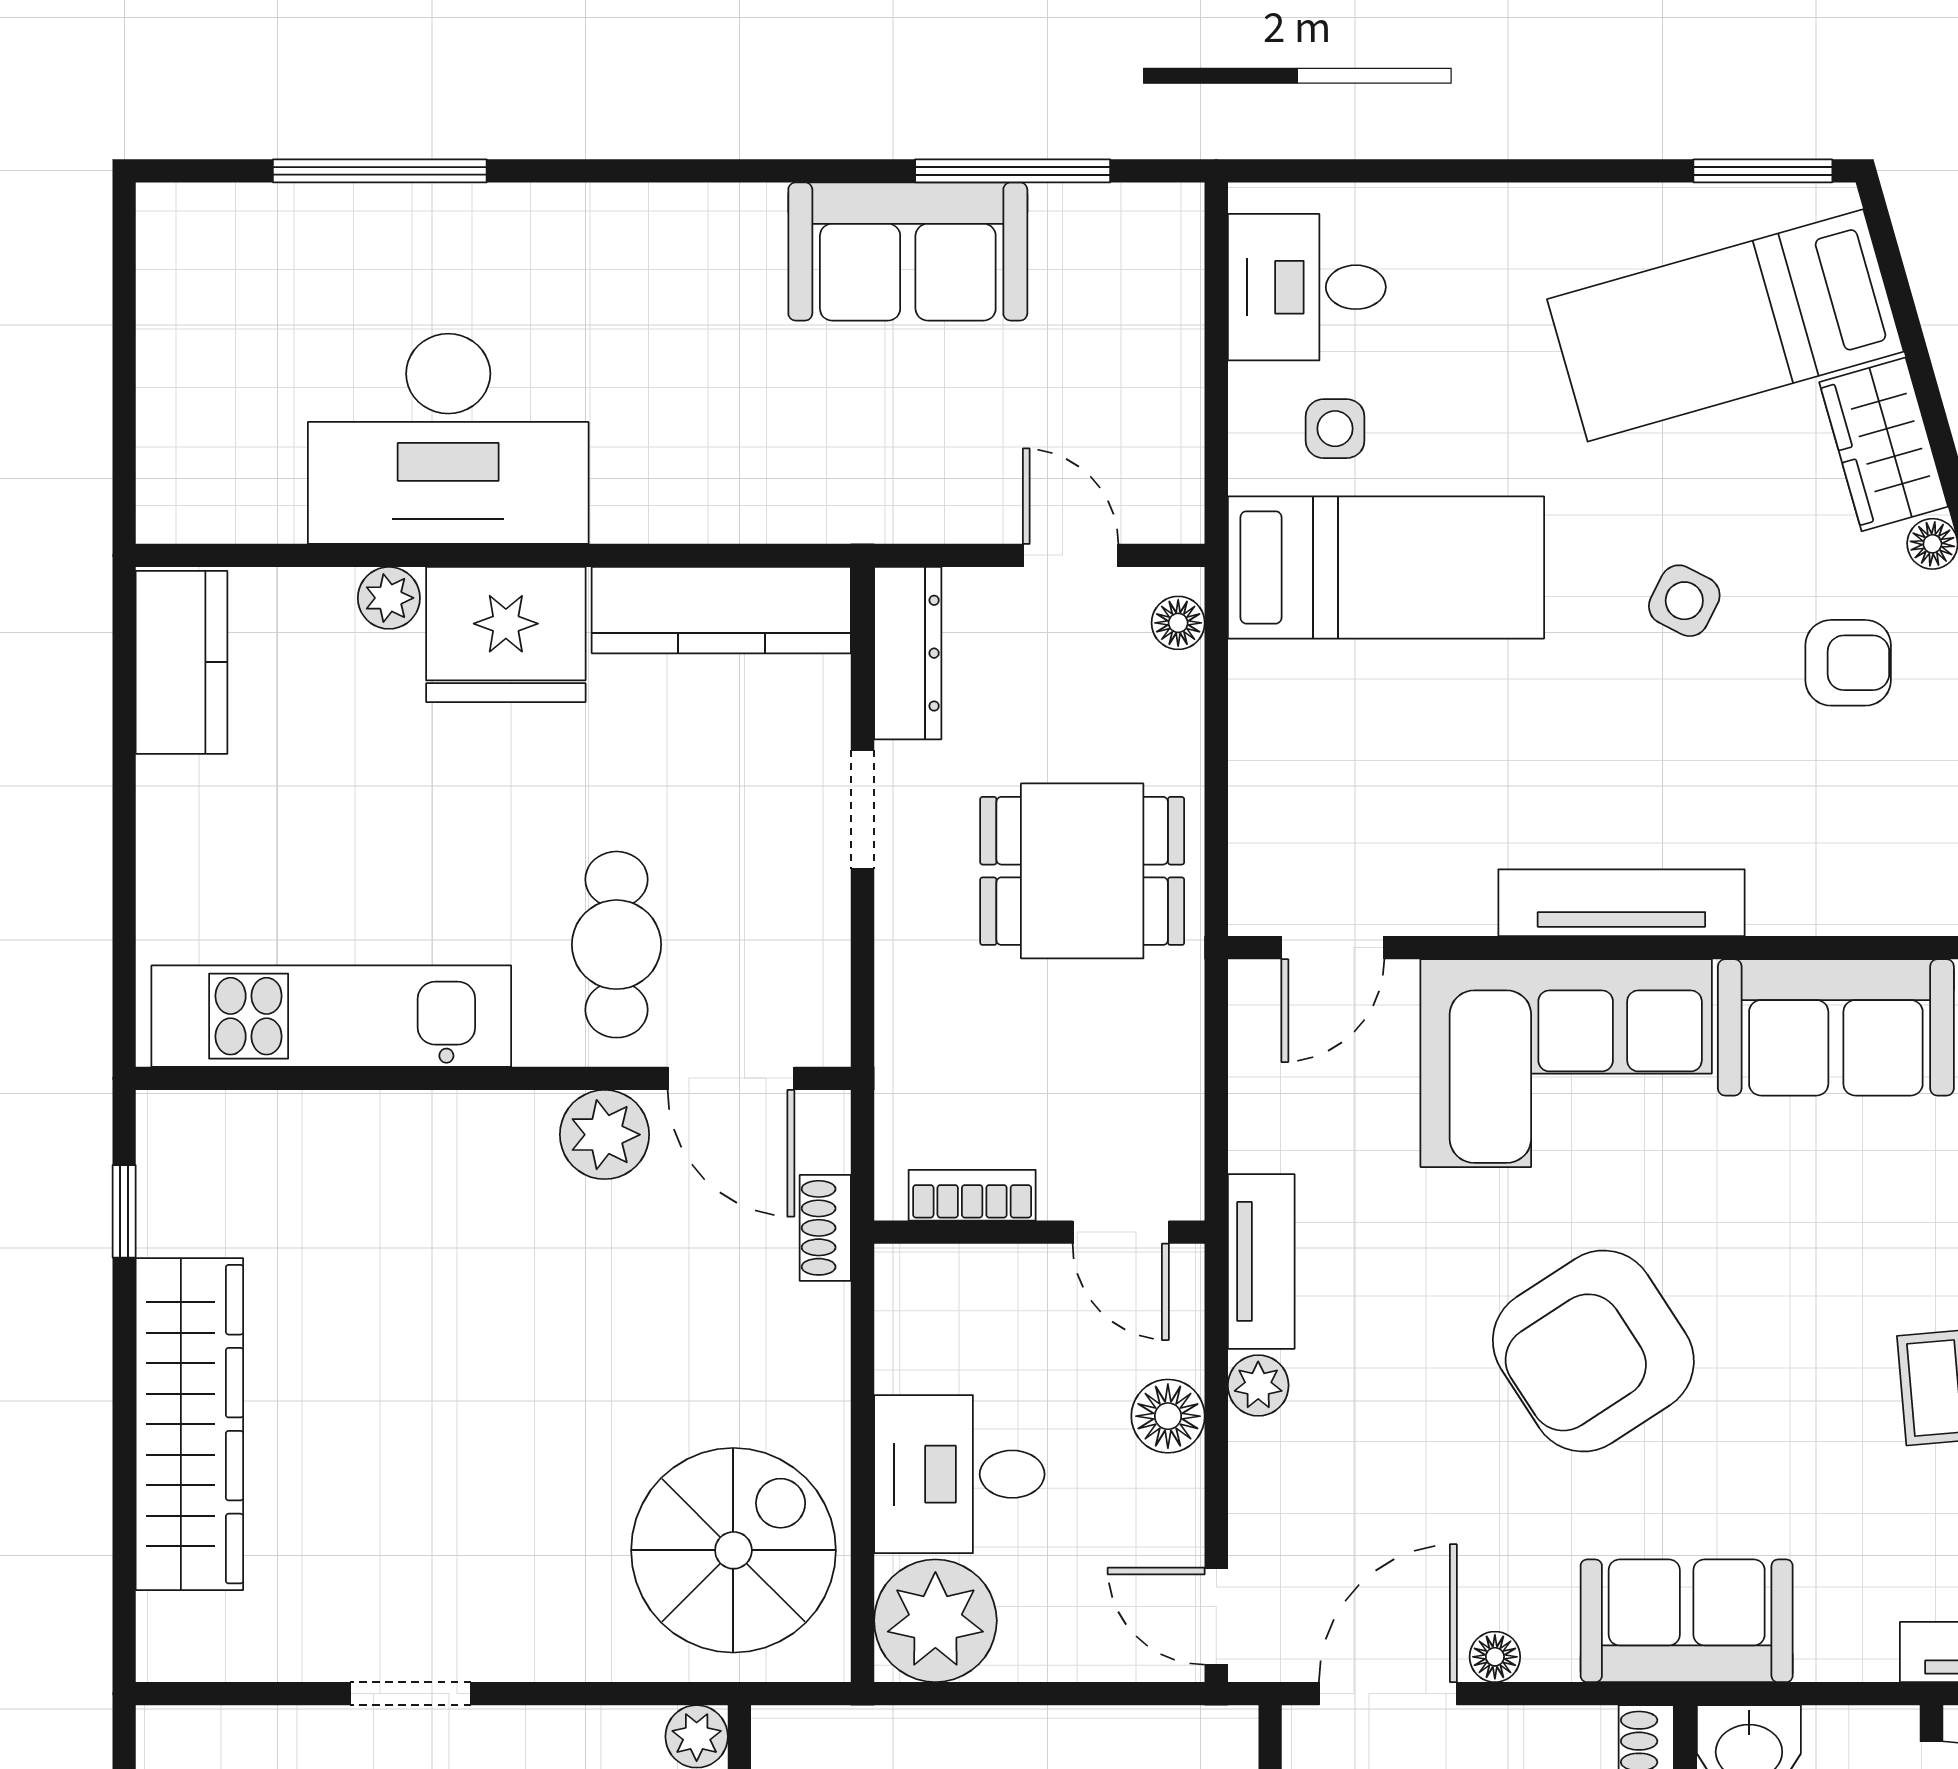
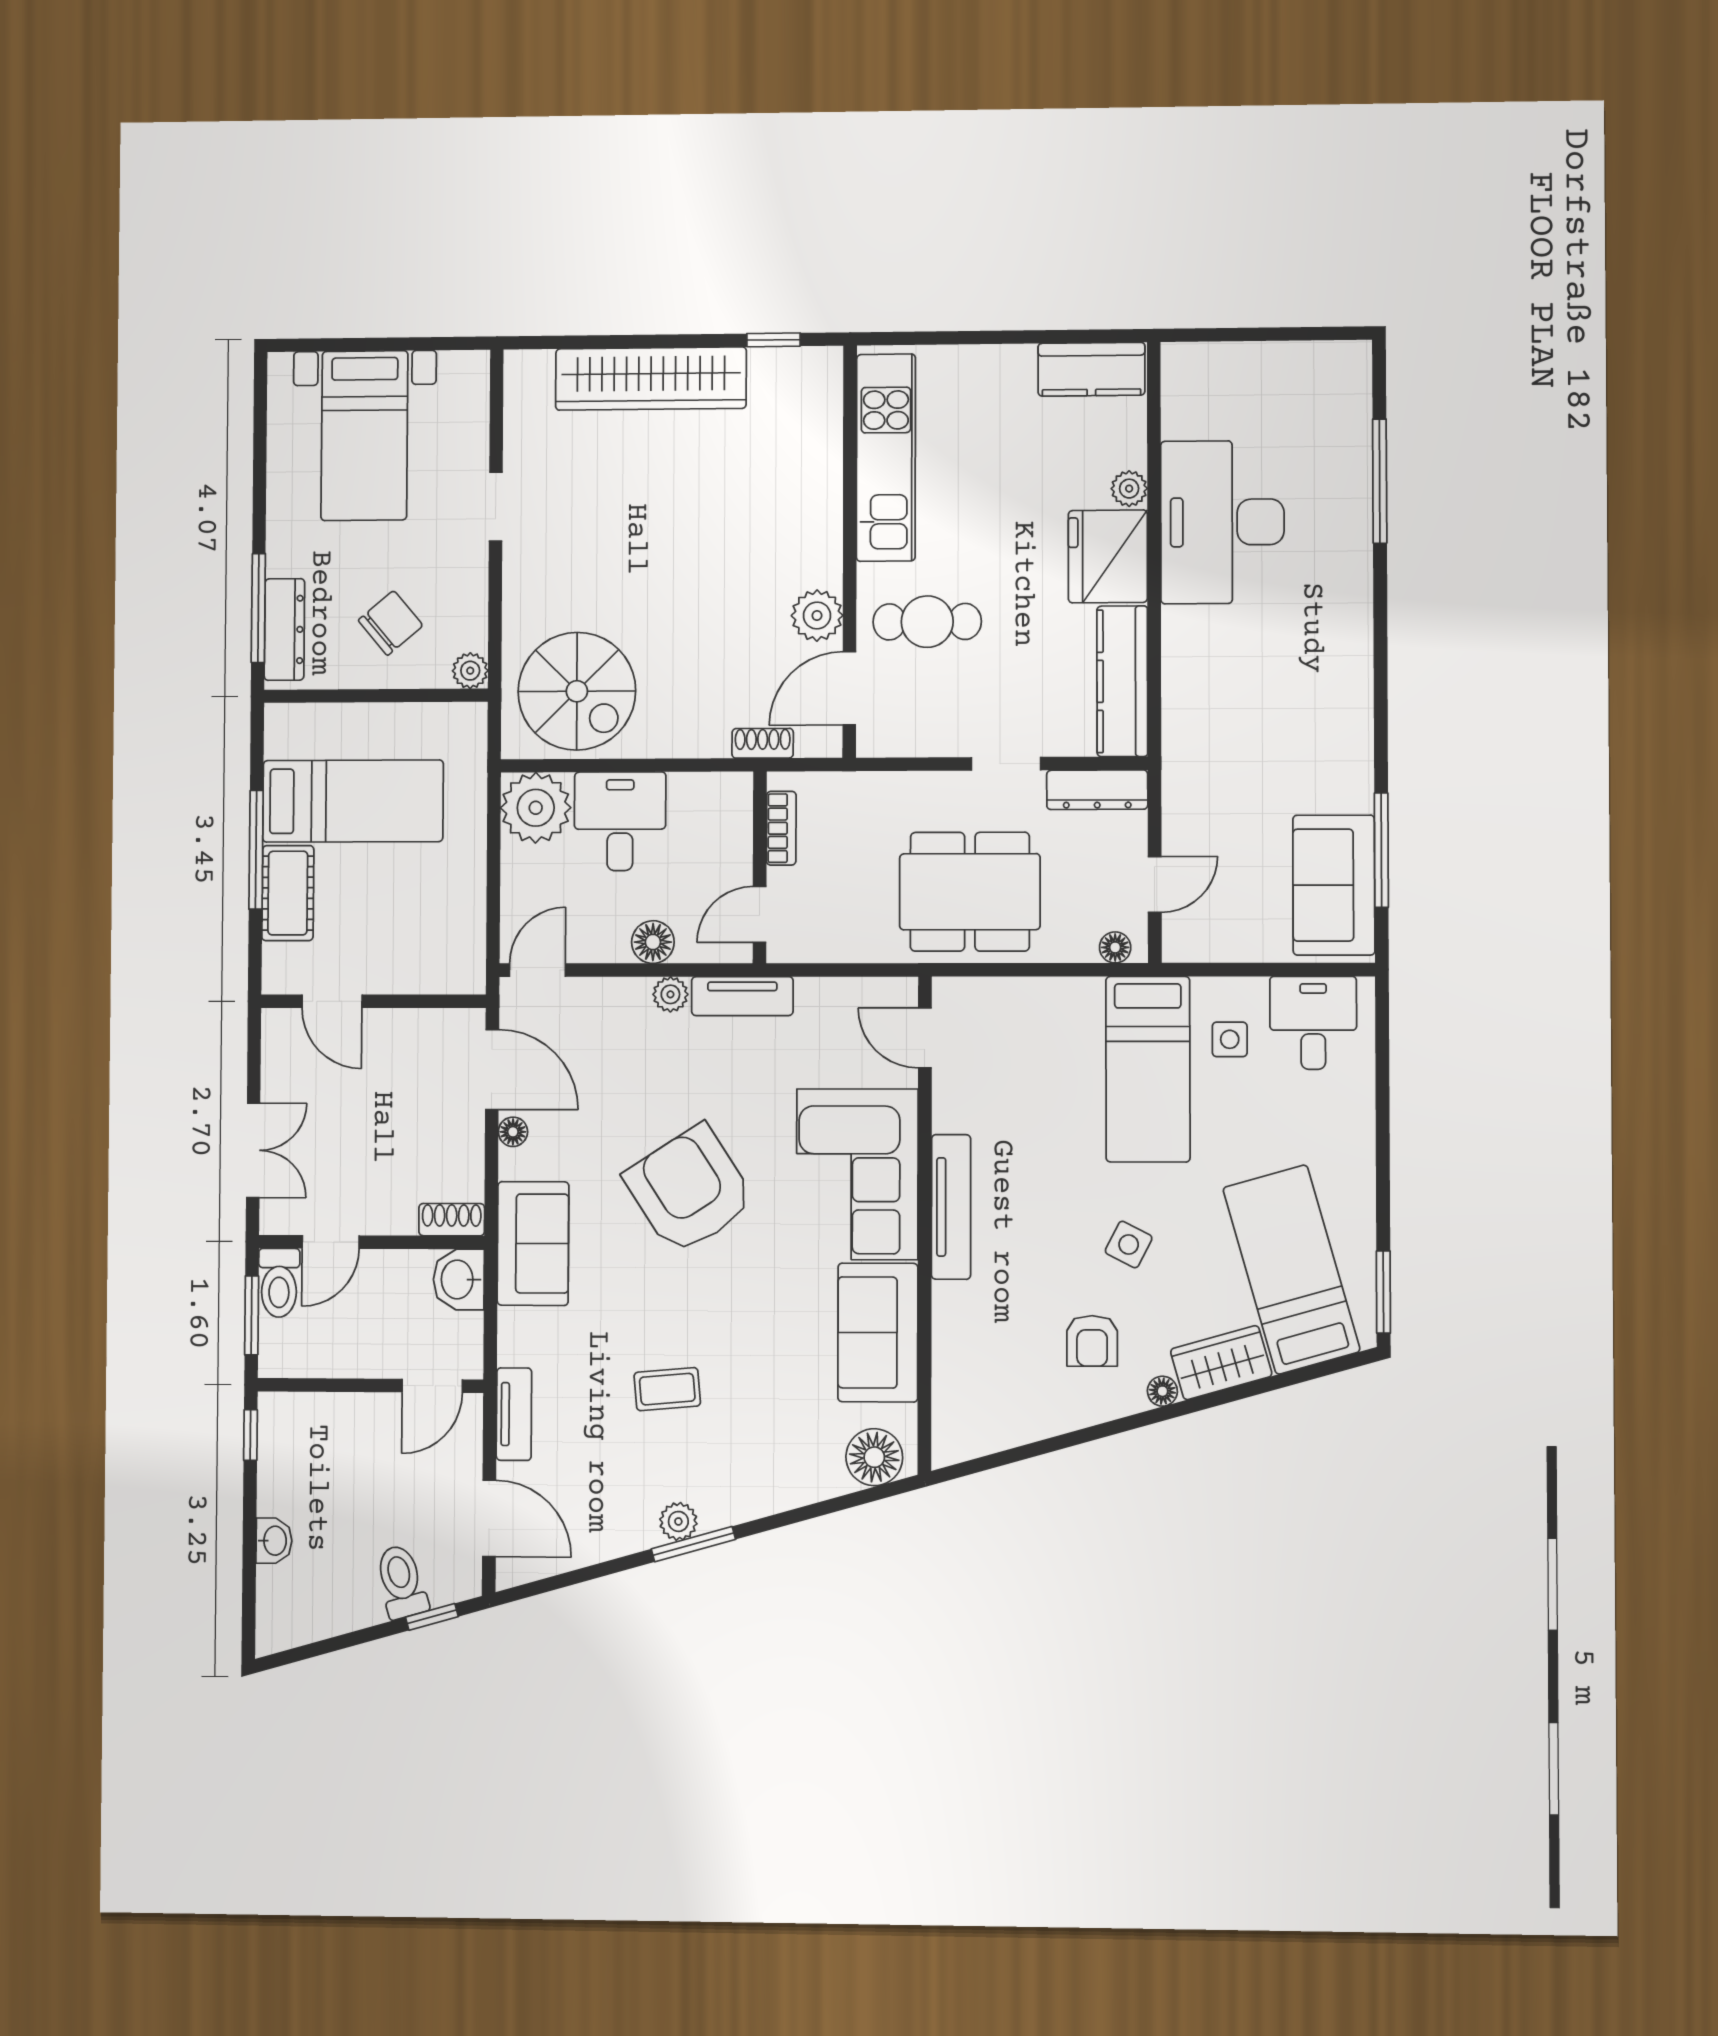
sofa: (908, 251) -> (1334, 885), moved
dining table: (1082, 871) -> (970, 892), width x1.37

